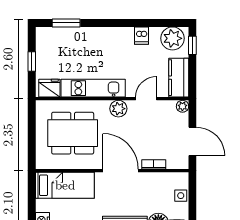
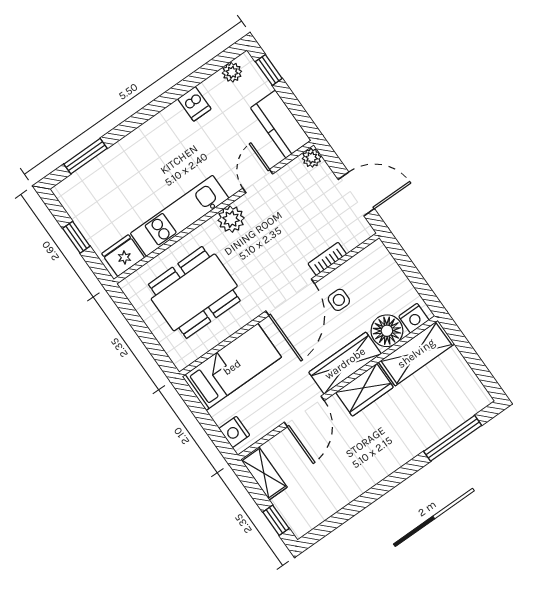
plant: (172, 38) -> (232, 72), width x0.53, depth x0.53
door: (121, 171) -> (290, 297), swing flipped
side table: (181, 196) -> (339, 300), moved

